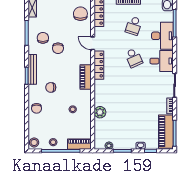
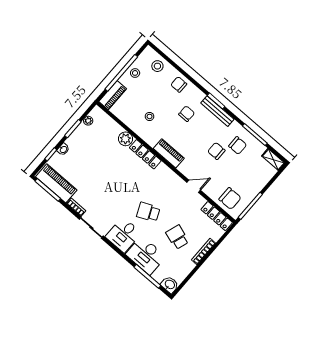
locker: (99, 65) -> (145, 154), moved
stool: (34, 142) -> (157, 66), moved

